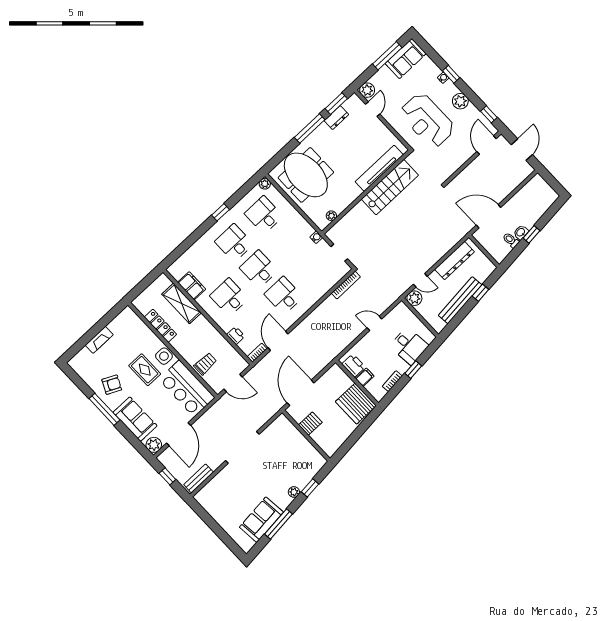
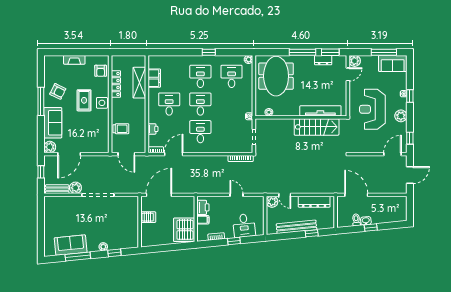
armchair: (134, 327) -> (101, 71), added
bar counter: (187, 388) -> (98, 133), removed
plant: (215, 461) -> (75, 188), added

